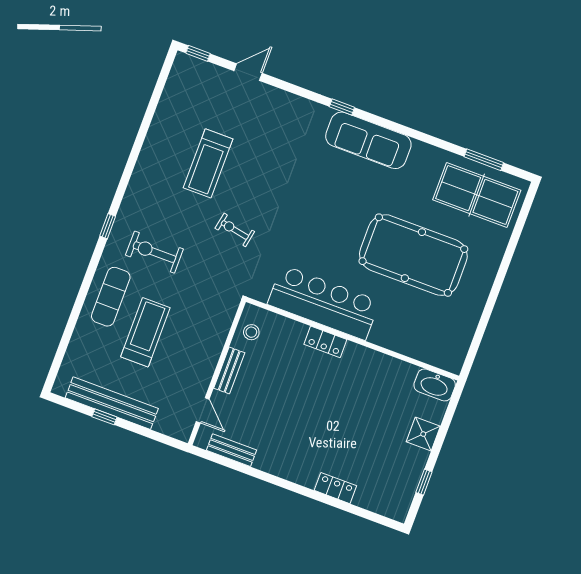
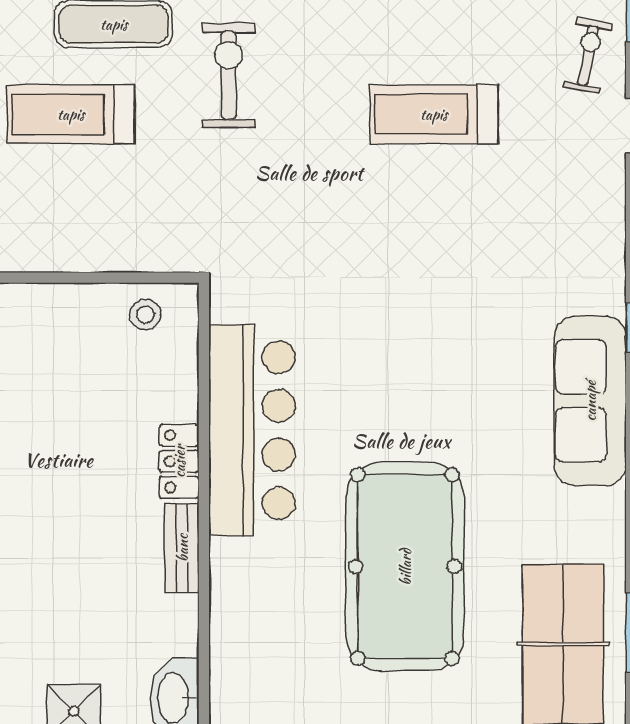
exercise bike: (235, 230) -> (588, 55), moved
treadmill: (145, 332) -> (71, 114), turned 180
bench: (229, 370) -> (182, 548), moved, turned 90

